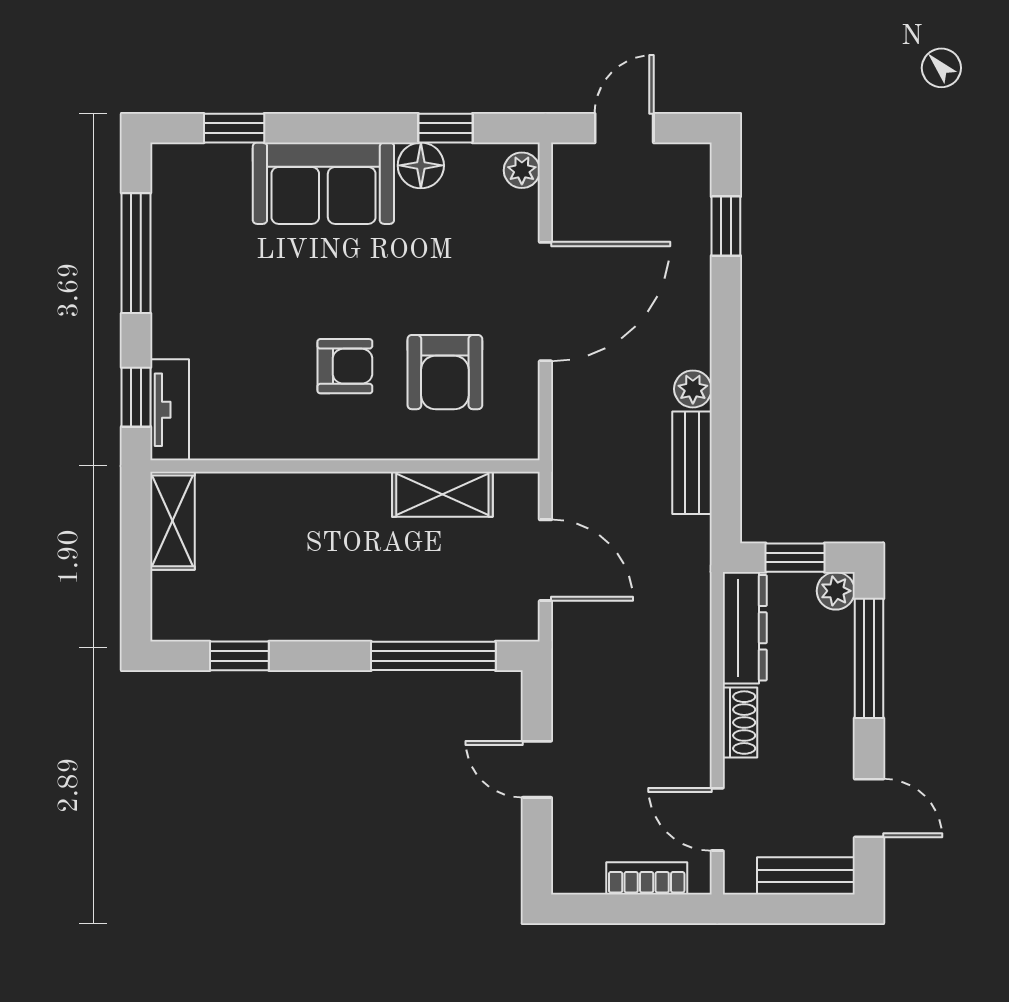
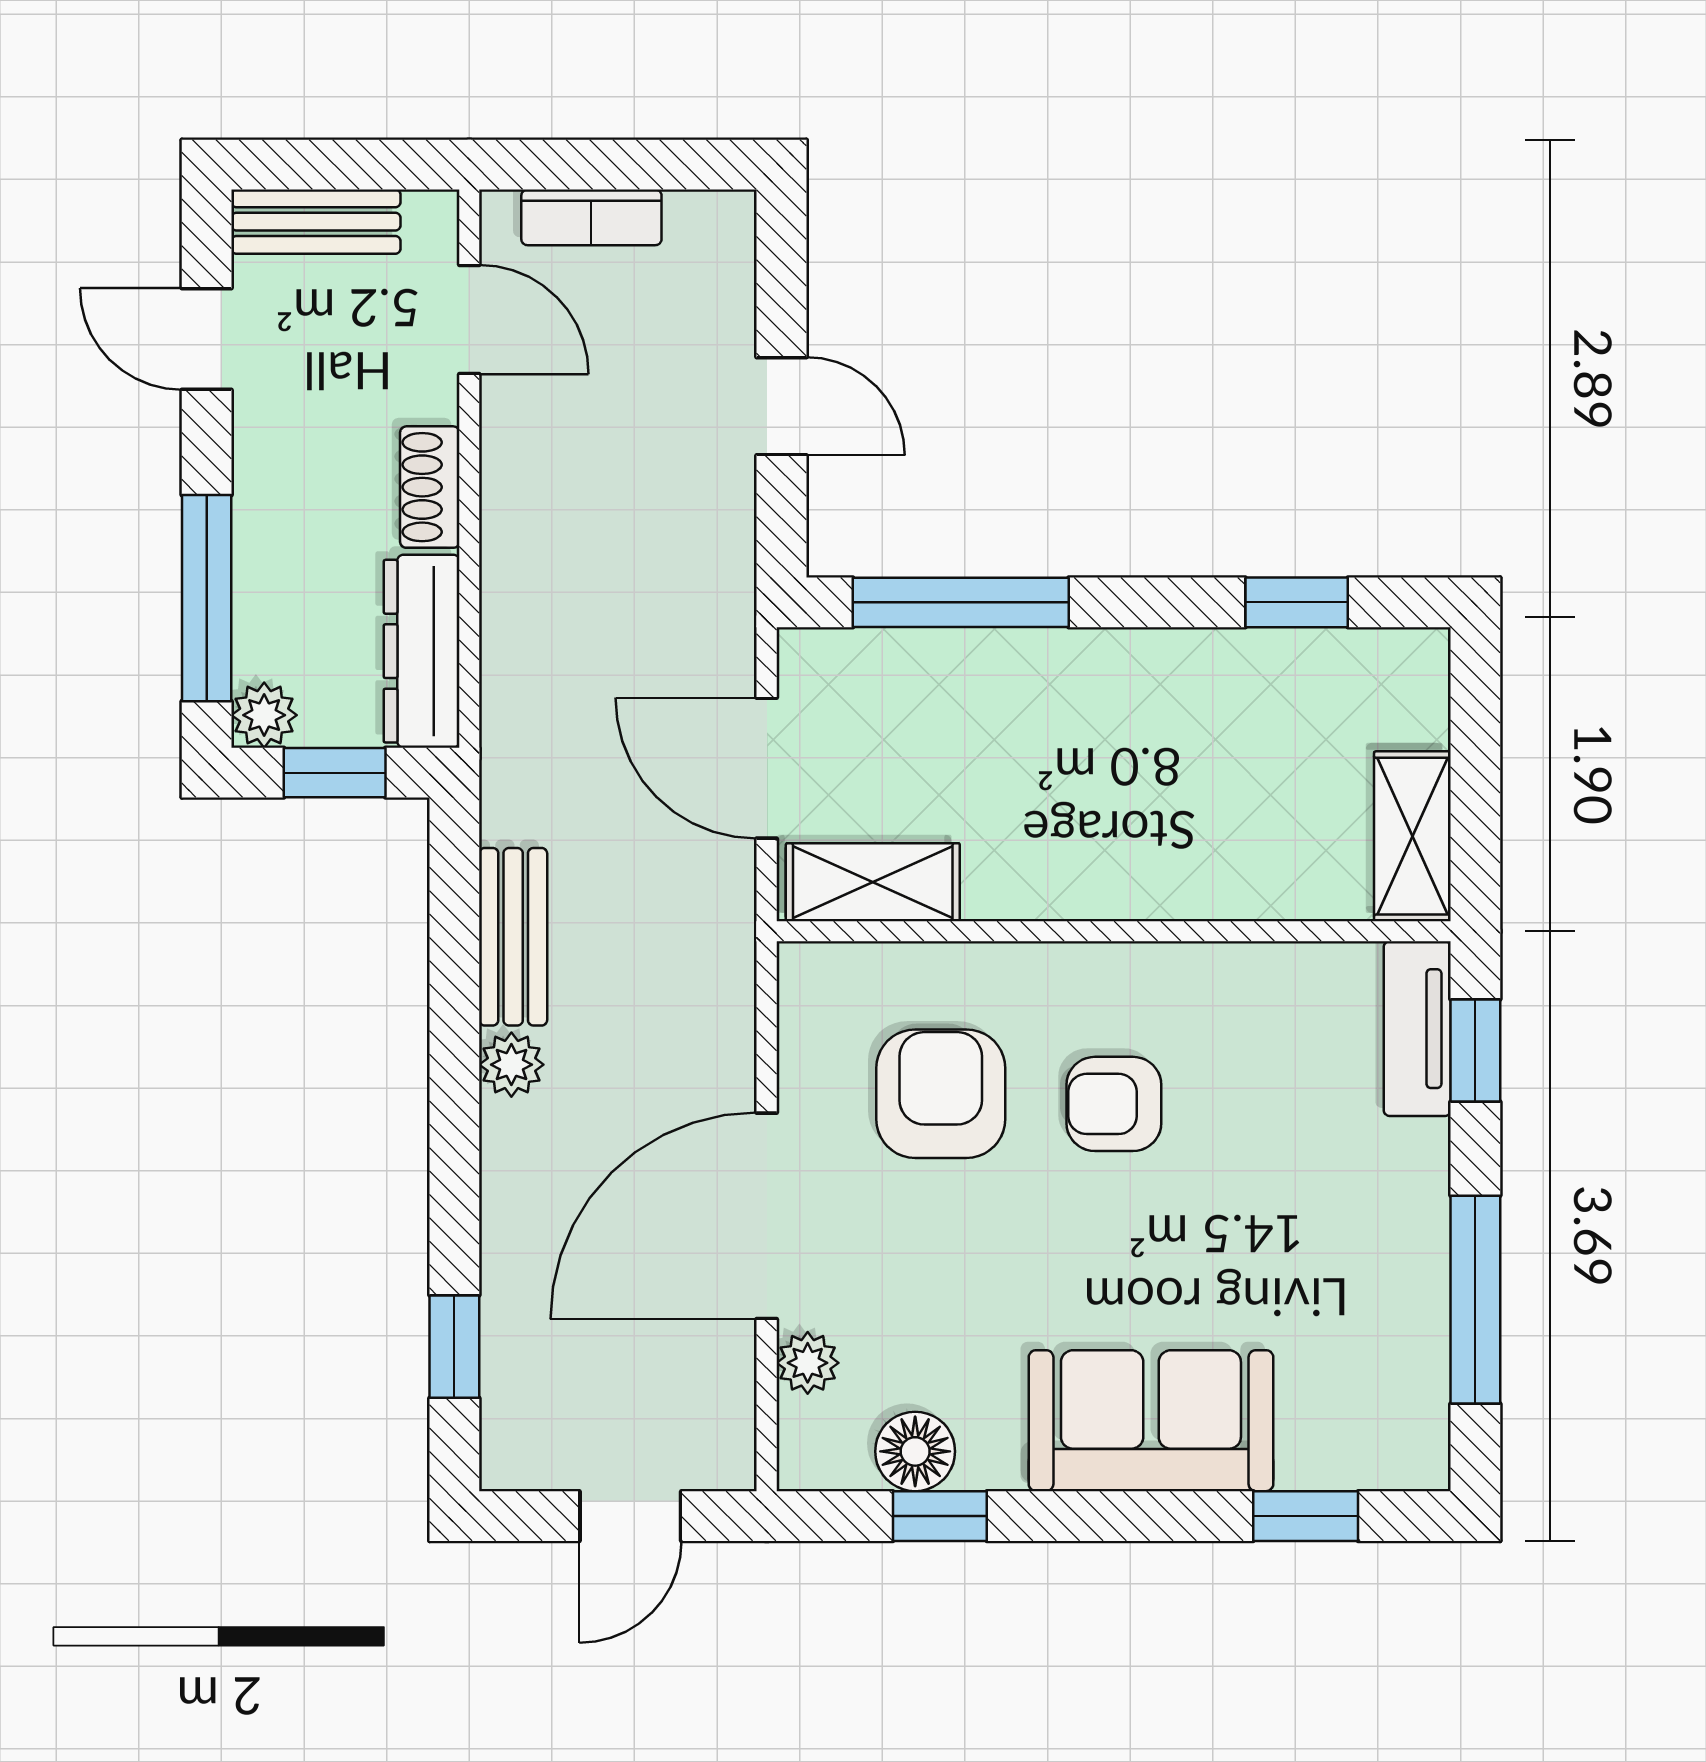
floor lamp: (421, 165) -> (915, 1451), moved
plant: (522, 170) -> (808, 1363), moved
shelving: (442, 494) -> (873, 882), moved

